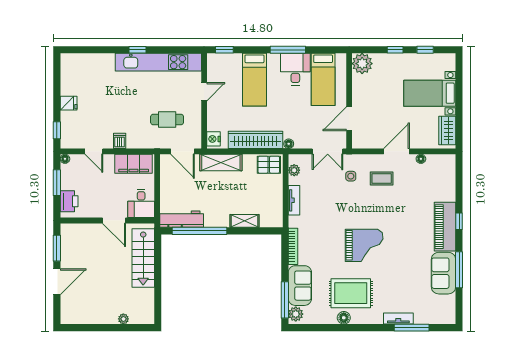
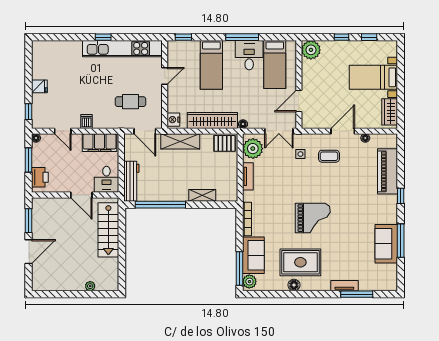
plant: (294, 170) -> (253, 149), width x1.88, depth x1.88
workbench: (182, 219) -> (131, 181), moved, turned 90
piano: (445, 227) -> (387, 171), moved

